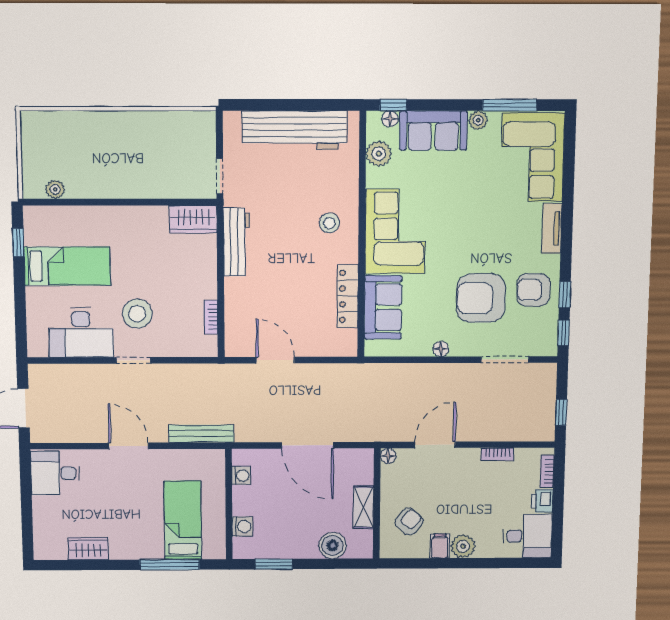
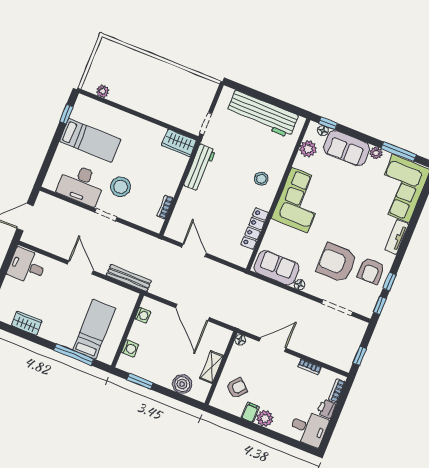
armchair: (533, 290) -> (371, 271), turned -90
sofa: (383, 307) -> (277, 268), moved, turned -90

